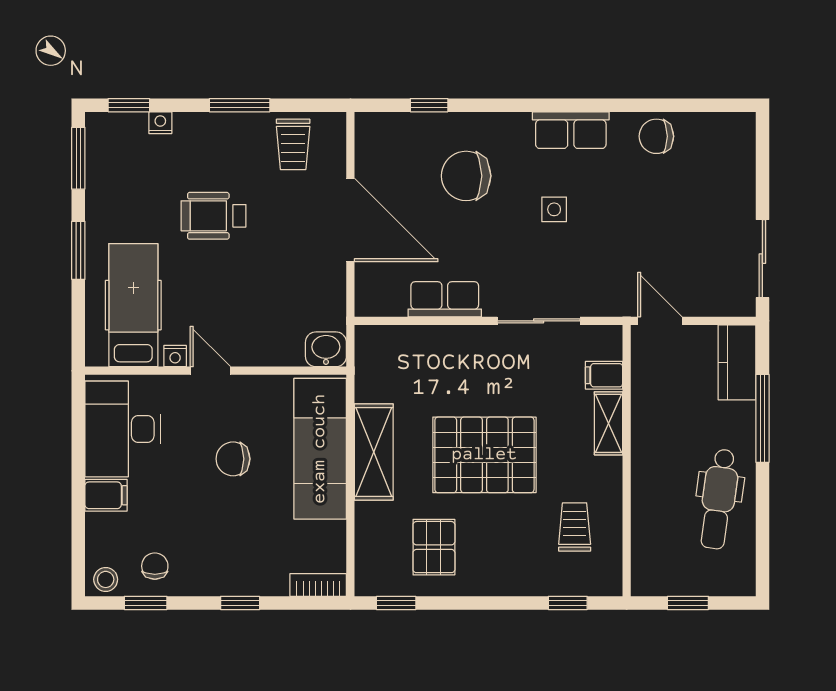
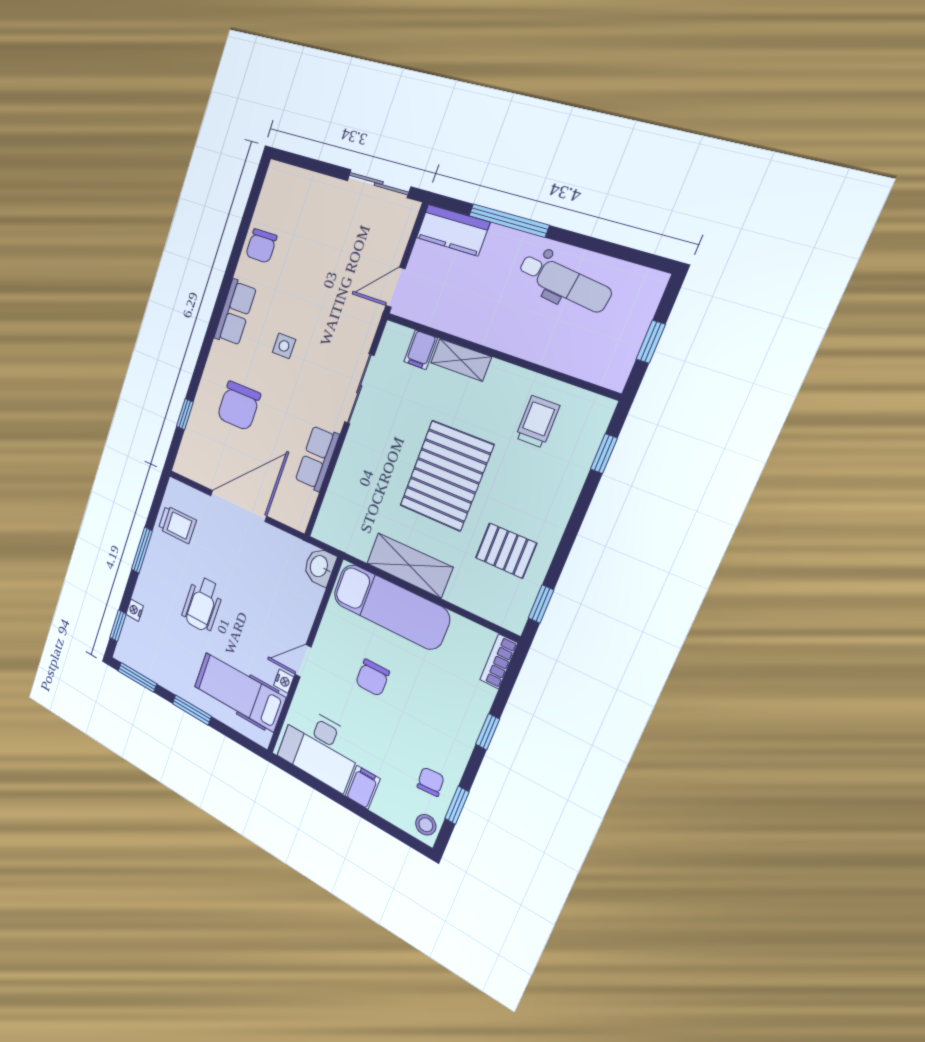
trolley: (575, 527) -> (537, 422), turned 90
chair: (155, 566) -> (431, 782), turned 85

